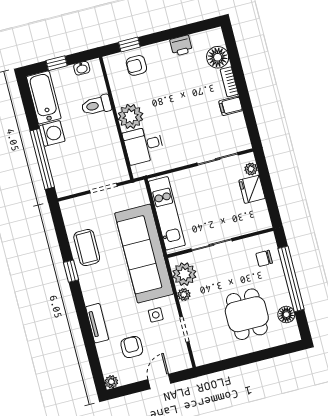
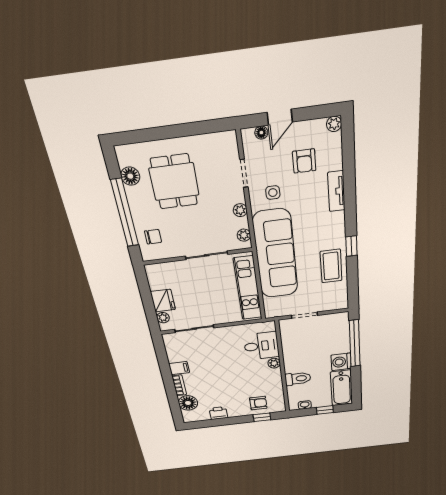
plant: (131, 116) -> (274, 363), width x0.53, depth x0.53
plant: (184, 274) -> (244, 235), width x0.53, depth x0.53
floor lamp: (174, 367) -> (261, 133), added

